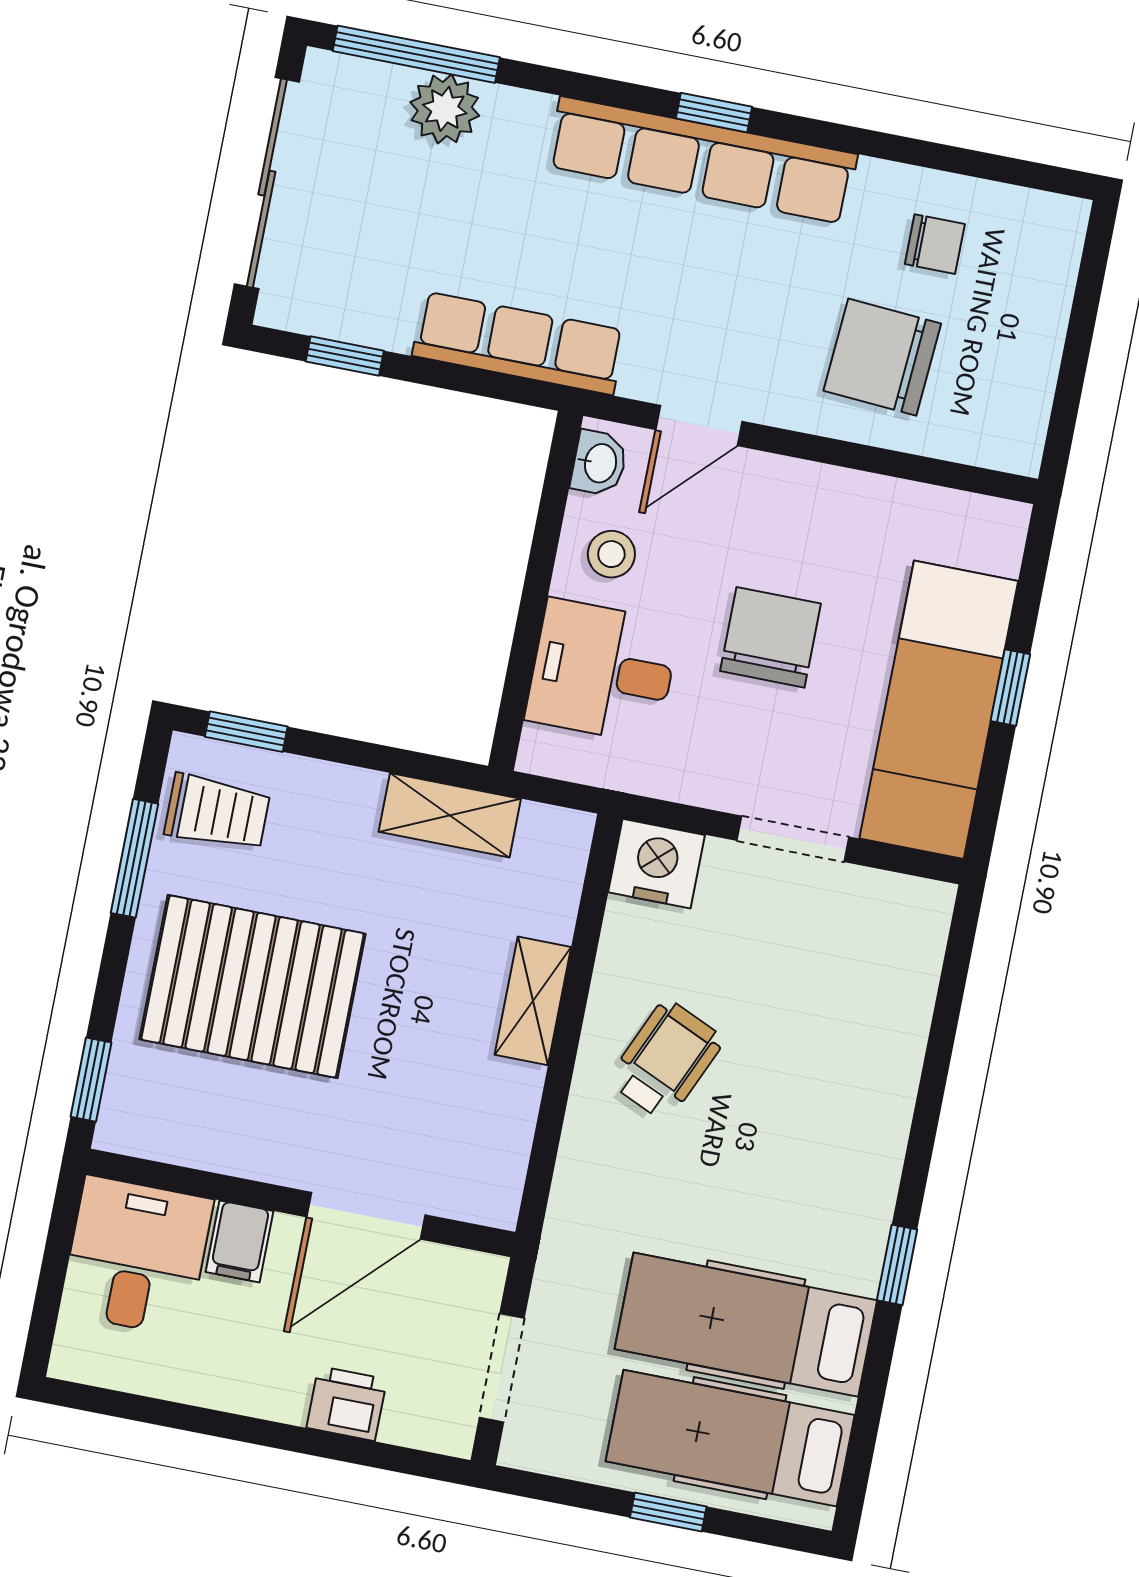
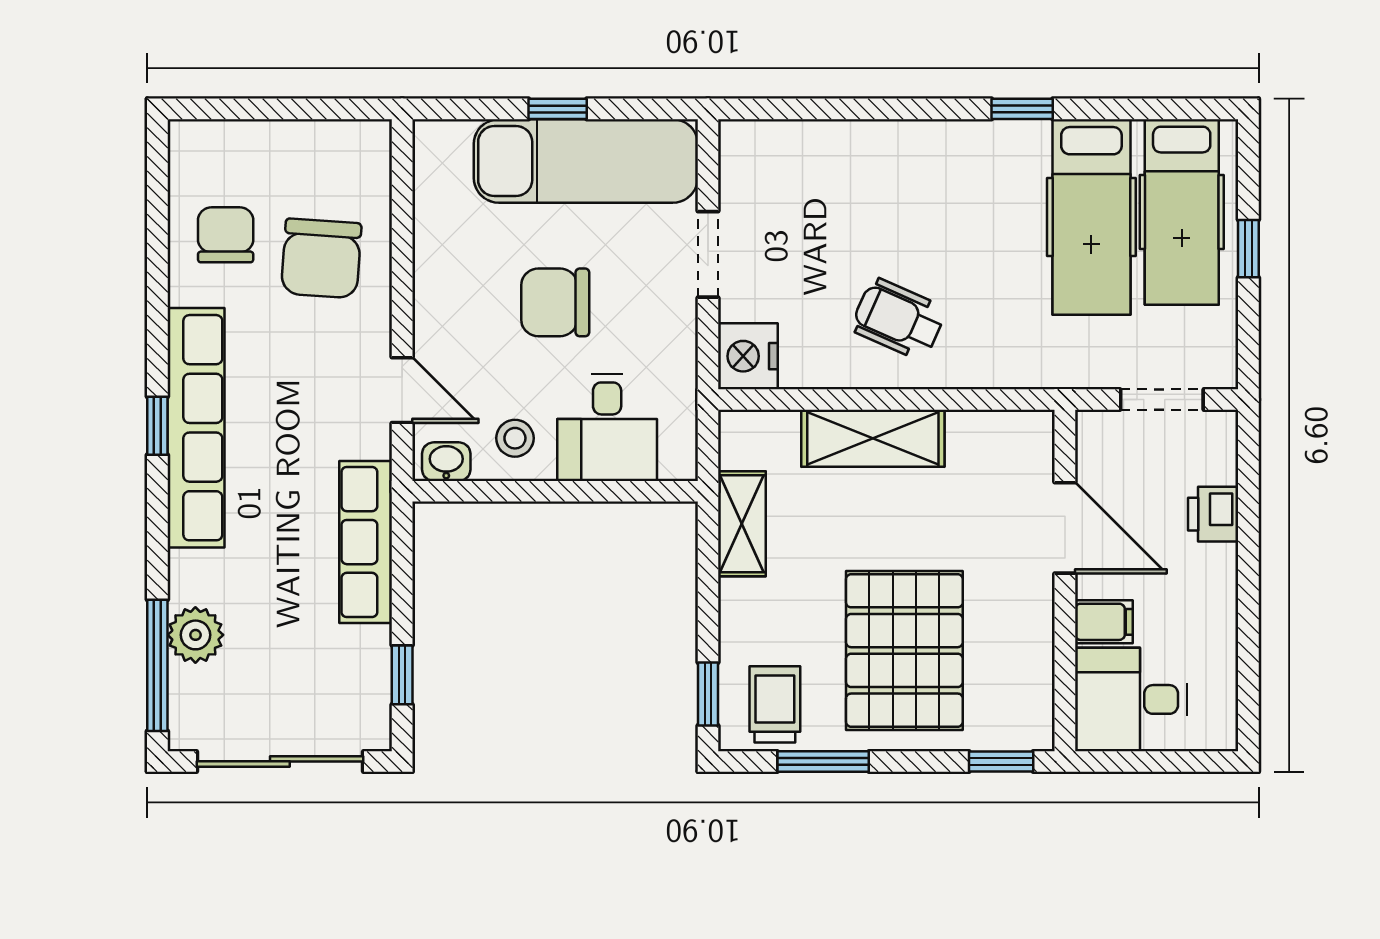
chair: (935, 244) -> (226, 235), width x1.37, depth x1.37
shelving: (533, 1001) -> (873, 438), width x1.50, depth x1.33

